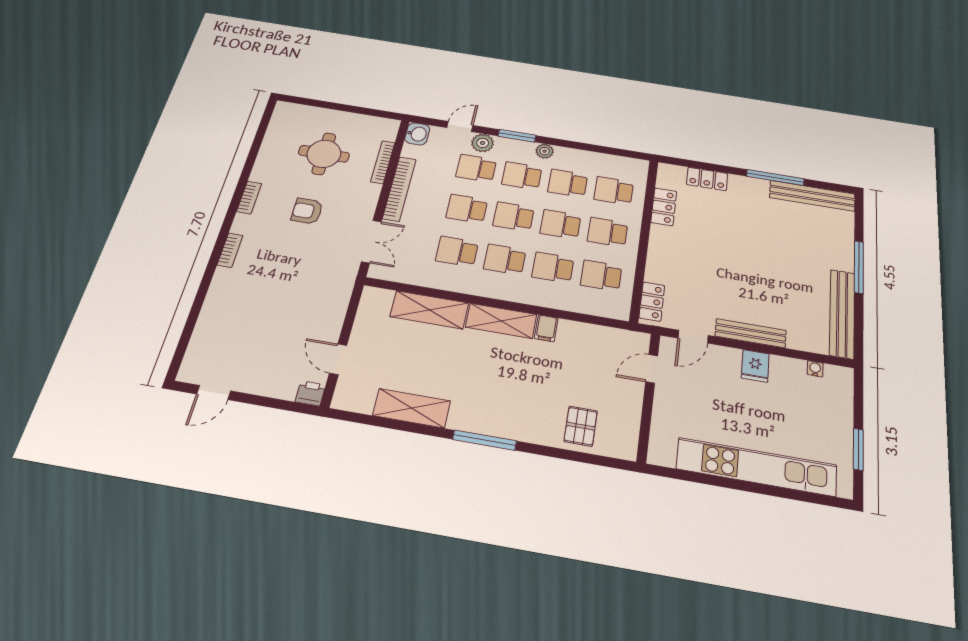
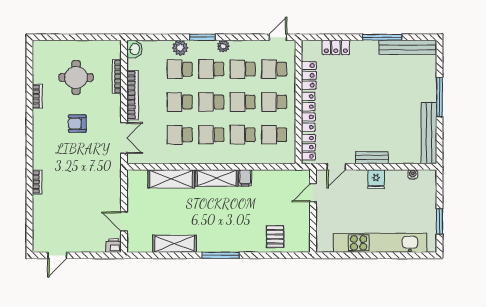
door: (460, 127) -> (278, 37), moved
bookcase: (249, 198) -> (37, 96), moved
bookcase: (230, 250) -> (37, 182), moved
locker: (657, 254) -> (308, 112), added
bench: (751, 333) -> (372, 158), width x0.73

